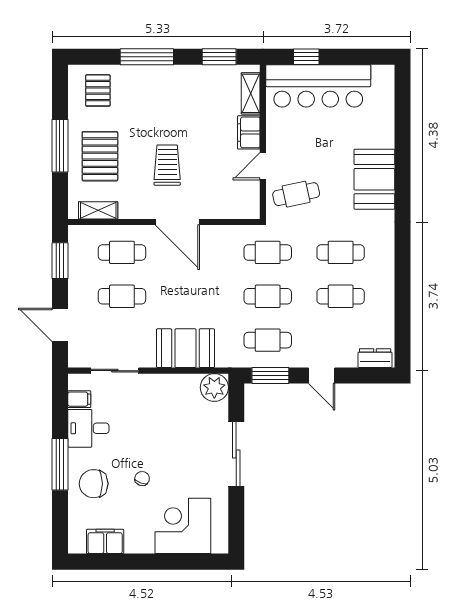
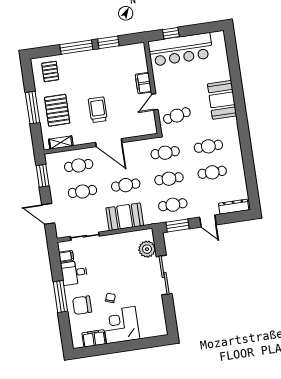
window: (219, 57) -> (108, 42), moved
shelving: (251, 93) -> (141, 60), removed
cafe table: (195, 296) -> (126, 185), added
dresser: (375, 358) -> (234, 207), width x1.44
plant: (214, 387) -> (147, 249), moved
corner desk: (183, 526) -> (121, 325), moved

